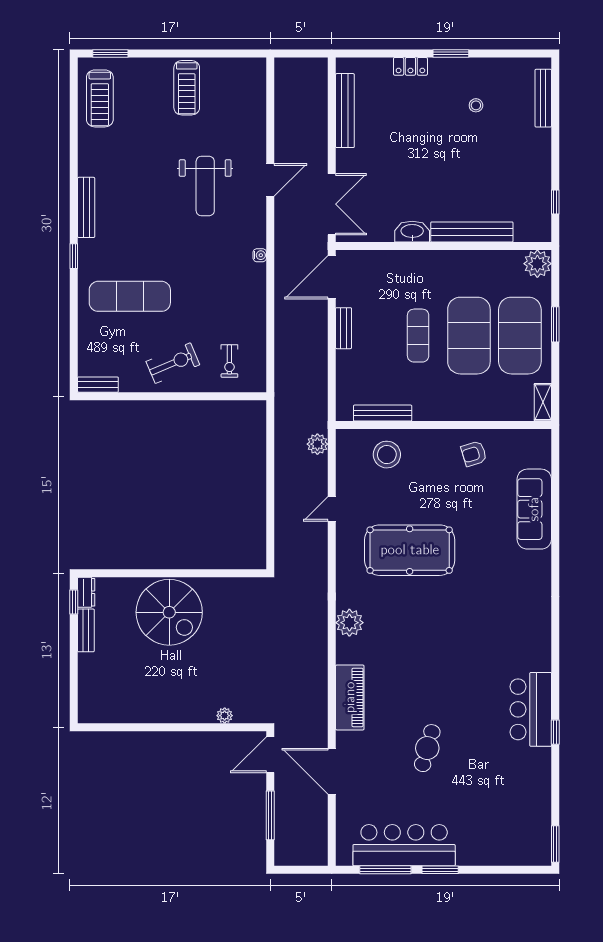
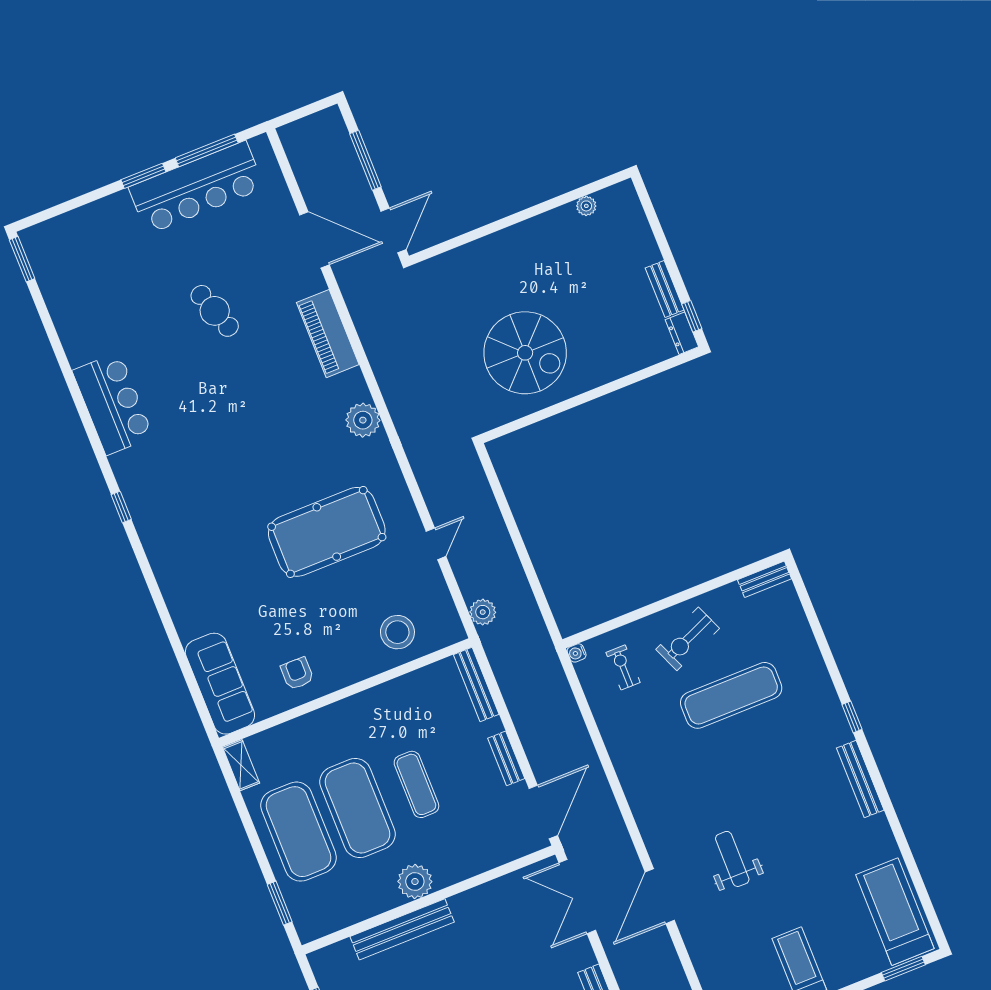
treadmill: (100, 98) -> (895, 912), width x1.37, depth x1.38
door: (270, 180) -> (660, 896), width x1.36
weight bench: (205, 186) -> (732, 859), width x0.73, depth x0.75
washbasin: (412, 232) -> (471, 902), removed
water cooler: (260, 255) -> (577, 653), moved
plant: (537, 264) -> (415, 881), moved
exercise mat: (130, 296) -> (731, 695), moved
window: (555, 324) -> (280, 903), moved
bench: (383, 413) -> (476, 684), moved, turned 90
armchair: (474, 454) -> (297, 673), turned -73
sofa: (534, 509) -> (220, 684), moved
spiral stairs: (169, 612) -> (525, 353), moved, turned 180
plant: (225, 716) -> (586, 206), moved
window: (555, 732) -> (121, 507), moved
cafe table: (427, 748) -> (215, 311), turned -35

